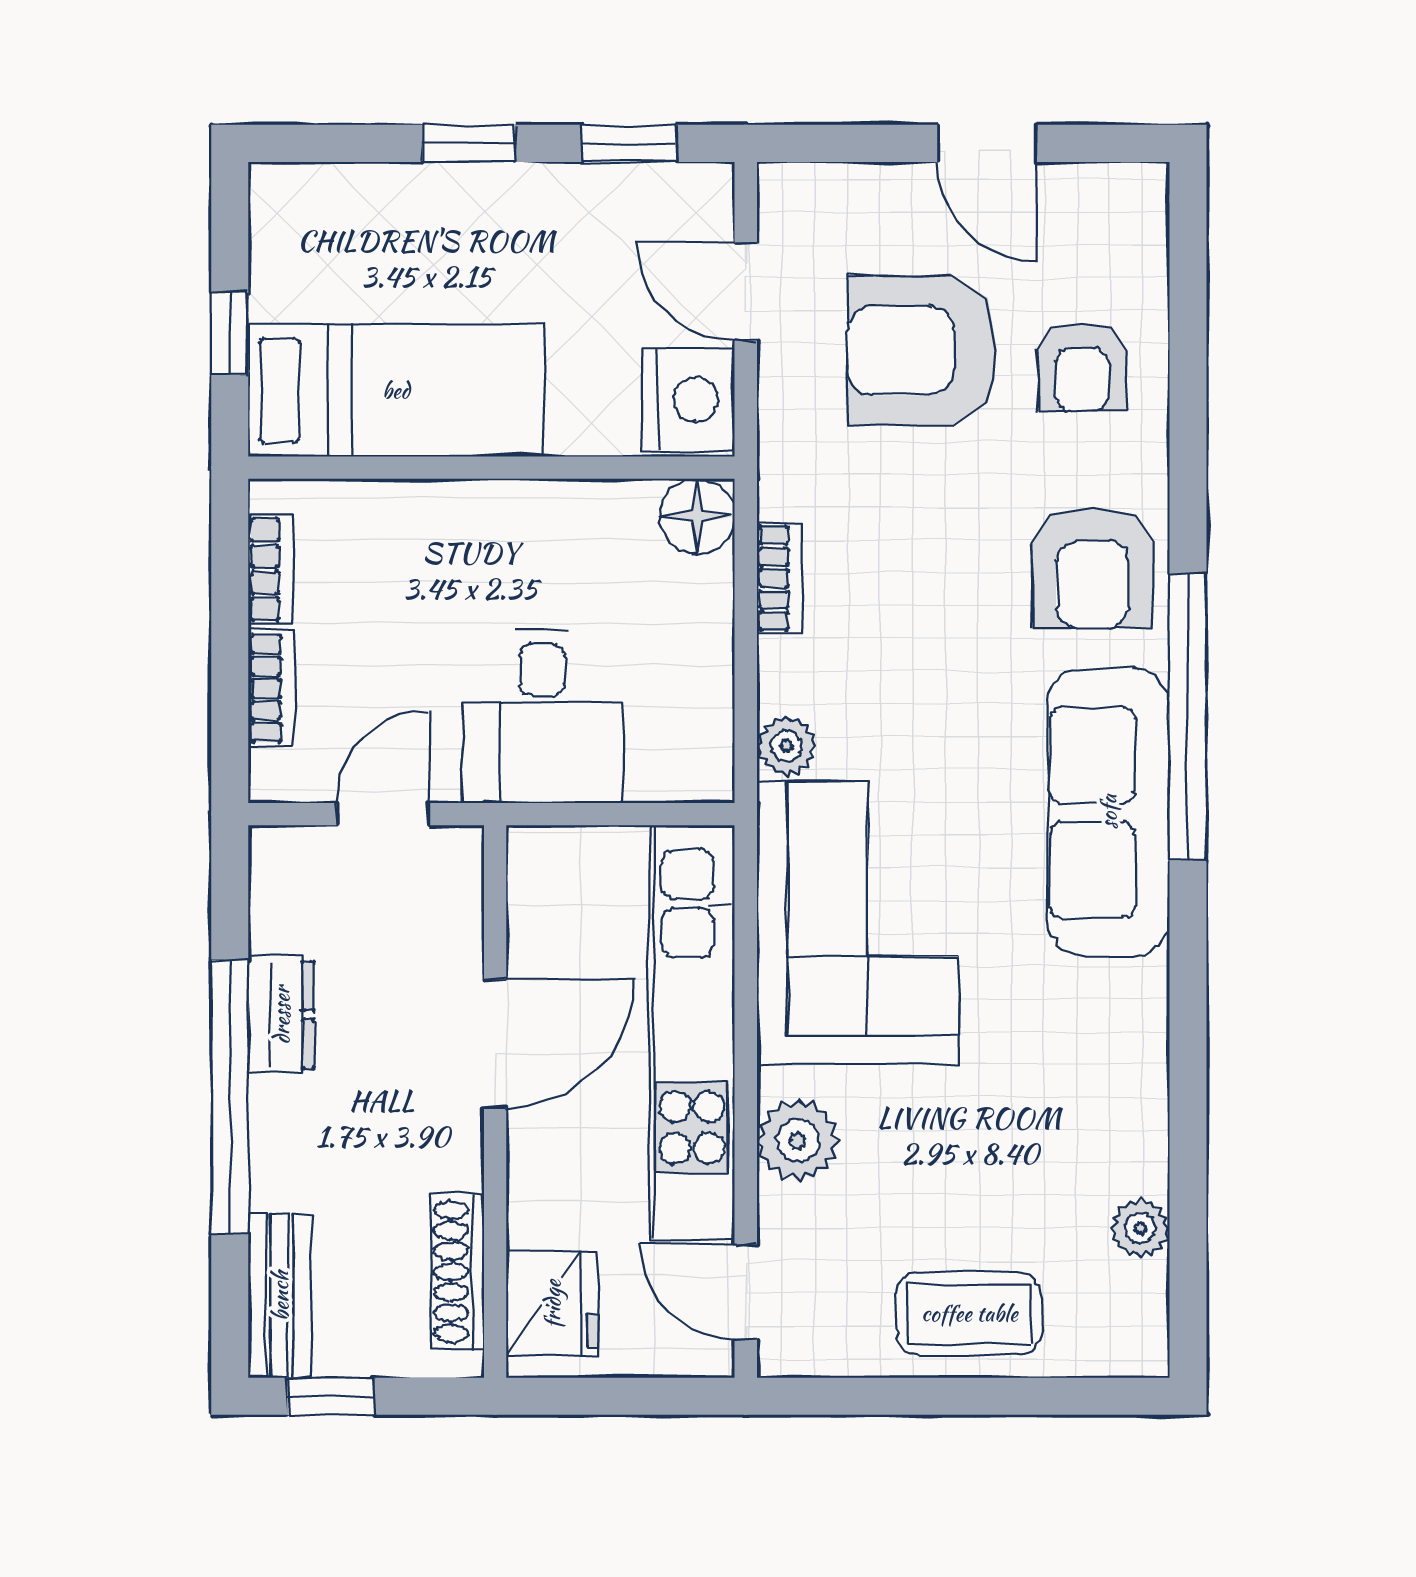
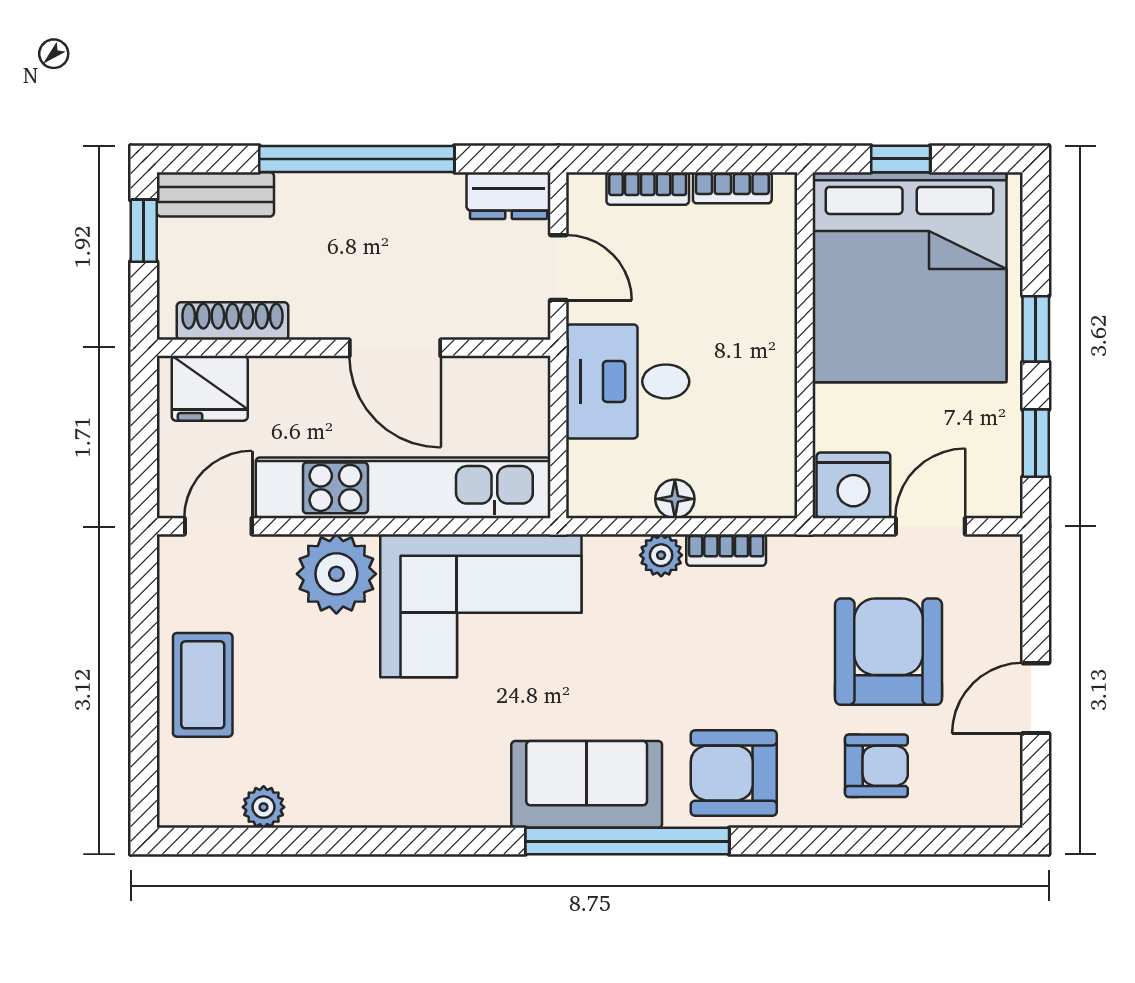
armchair: (1082, 367) -> (876, 766), turned 180
bed: (396, 390) -> (910, 277), width x2.04
floor lamp: (697, 516) -> (675, 499), moved, width x0.73, depth x0.73
plant: (786, 746) -> (661, 555), moved
sofa: (1108, 812) -> (587, 784), width x0.73
dresser: (281, 1015) -> (509, 196), moved
plant: (798, 1141) -> (336, 574), width x1.36, depth x1.36

